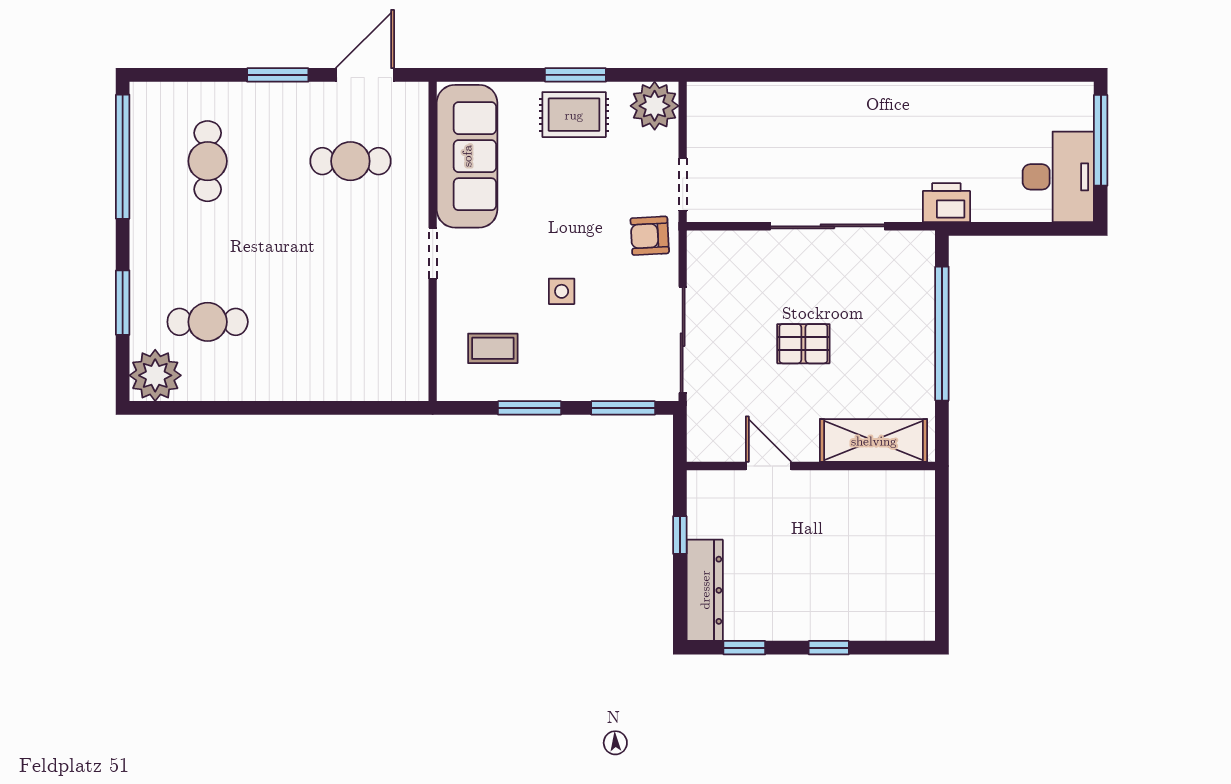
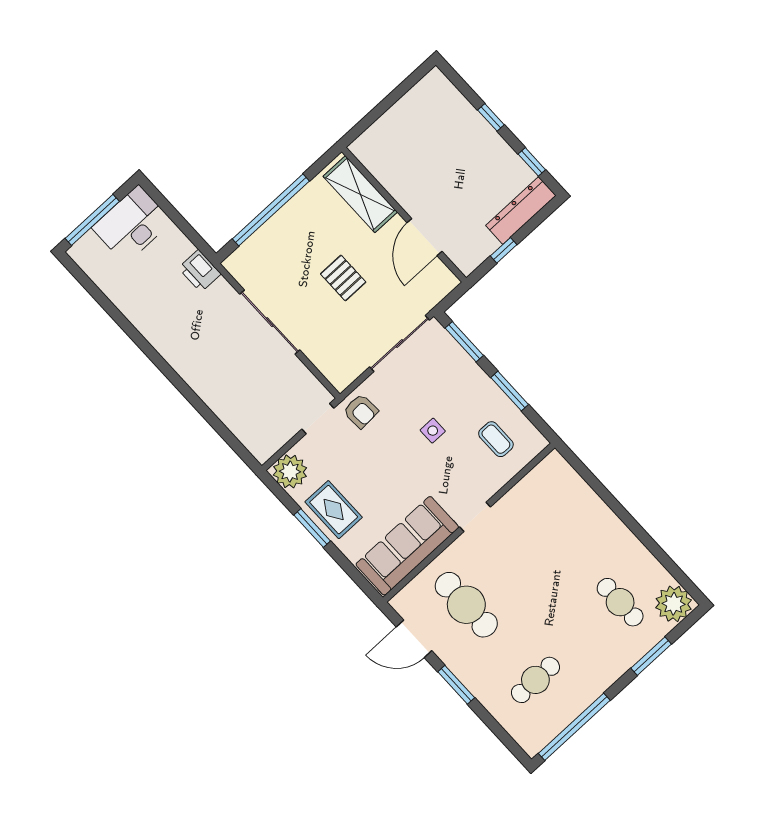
cafe table: (350, 161) -> (466, 605), width x1.37, depth x1.35
door: (769, 466) -> (424, 237), width x1.38

